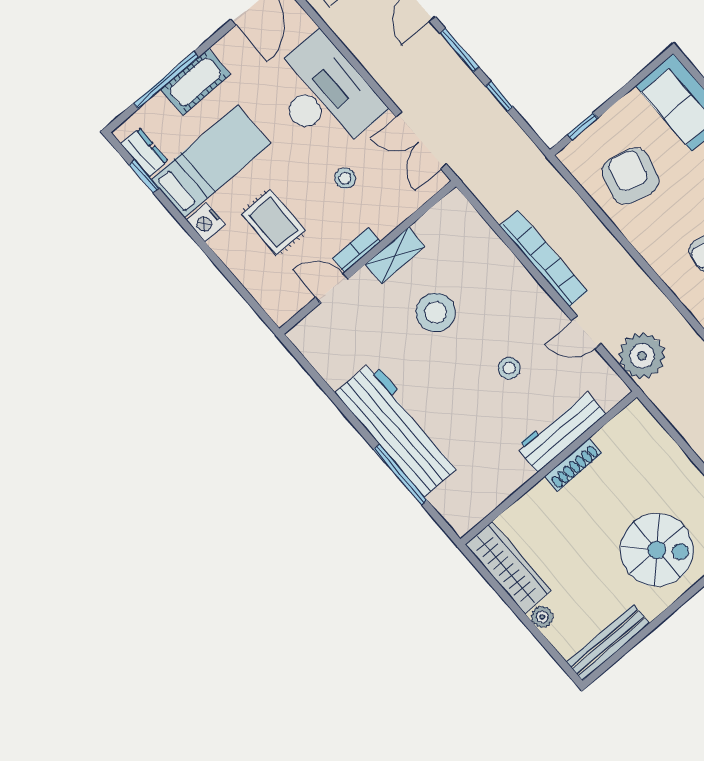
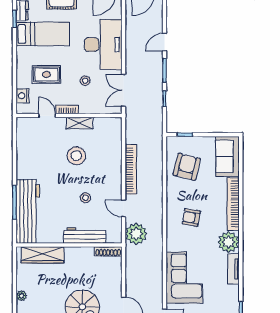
nightstand: (206, 222) -> (23, 96), moved
rug: (274, 222) -> (46, 75), turned 90
workbench: (398, 429) -> (28, 211), moved
shoe rack: (573, 465) -> (108, 251), moved
wardrobe: (508, 568) -> (42, 255), moved, turned 90

